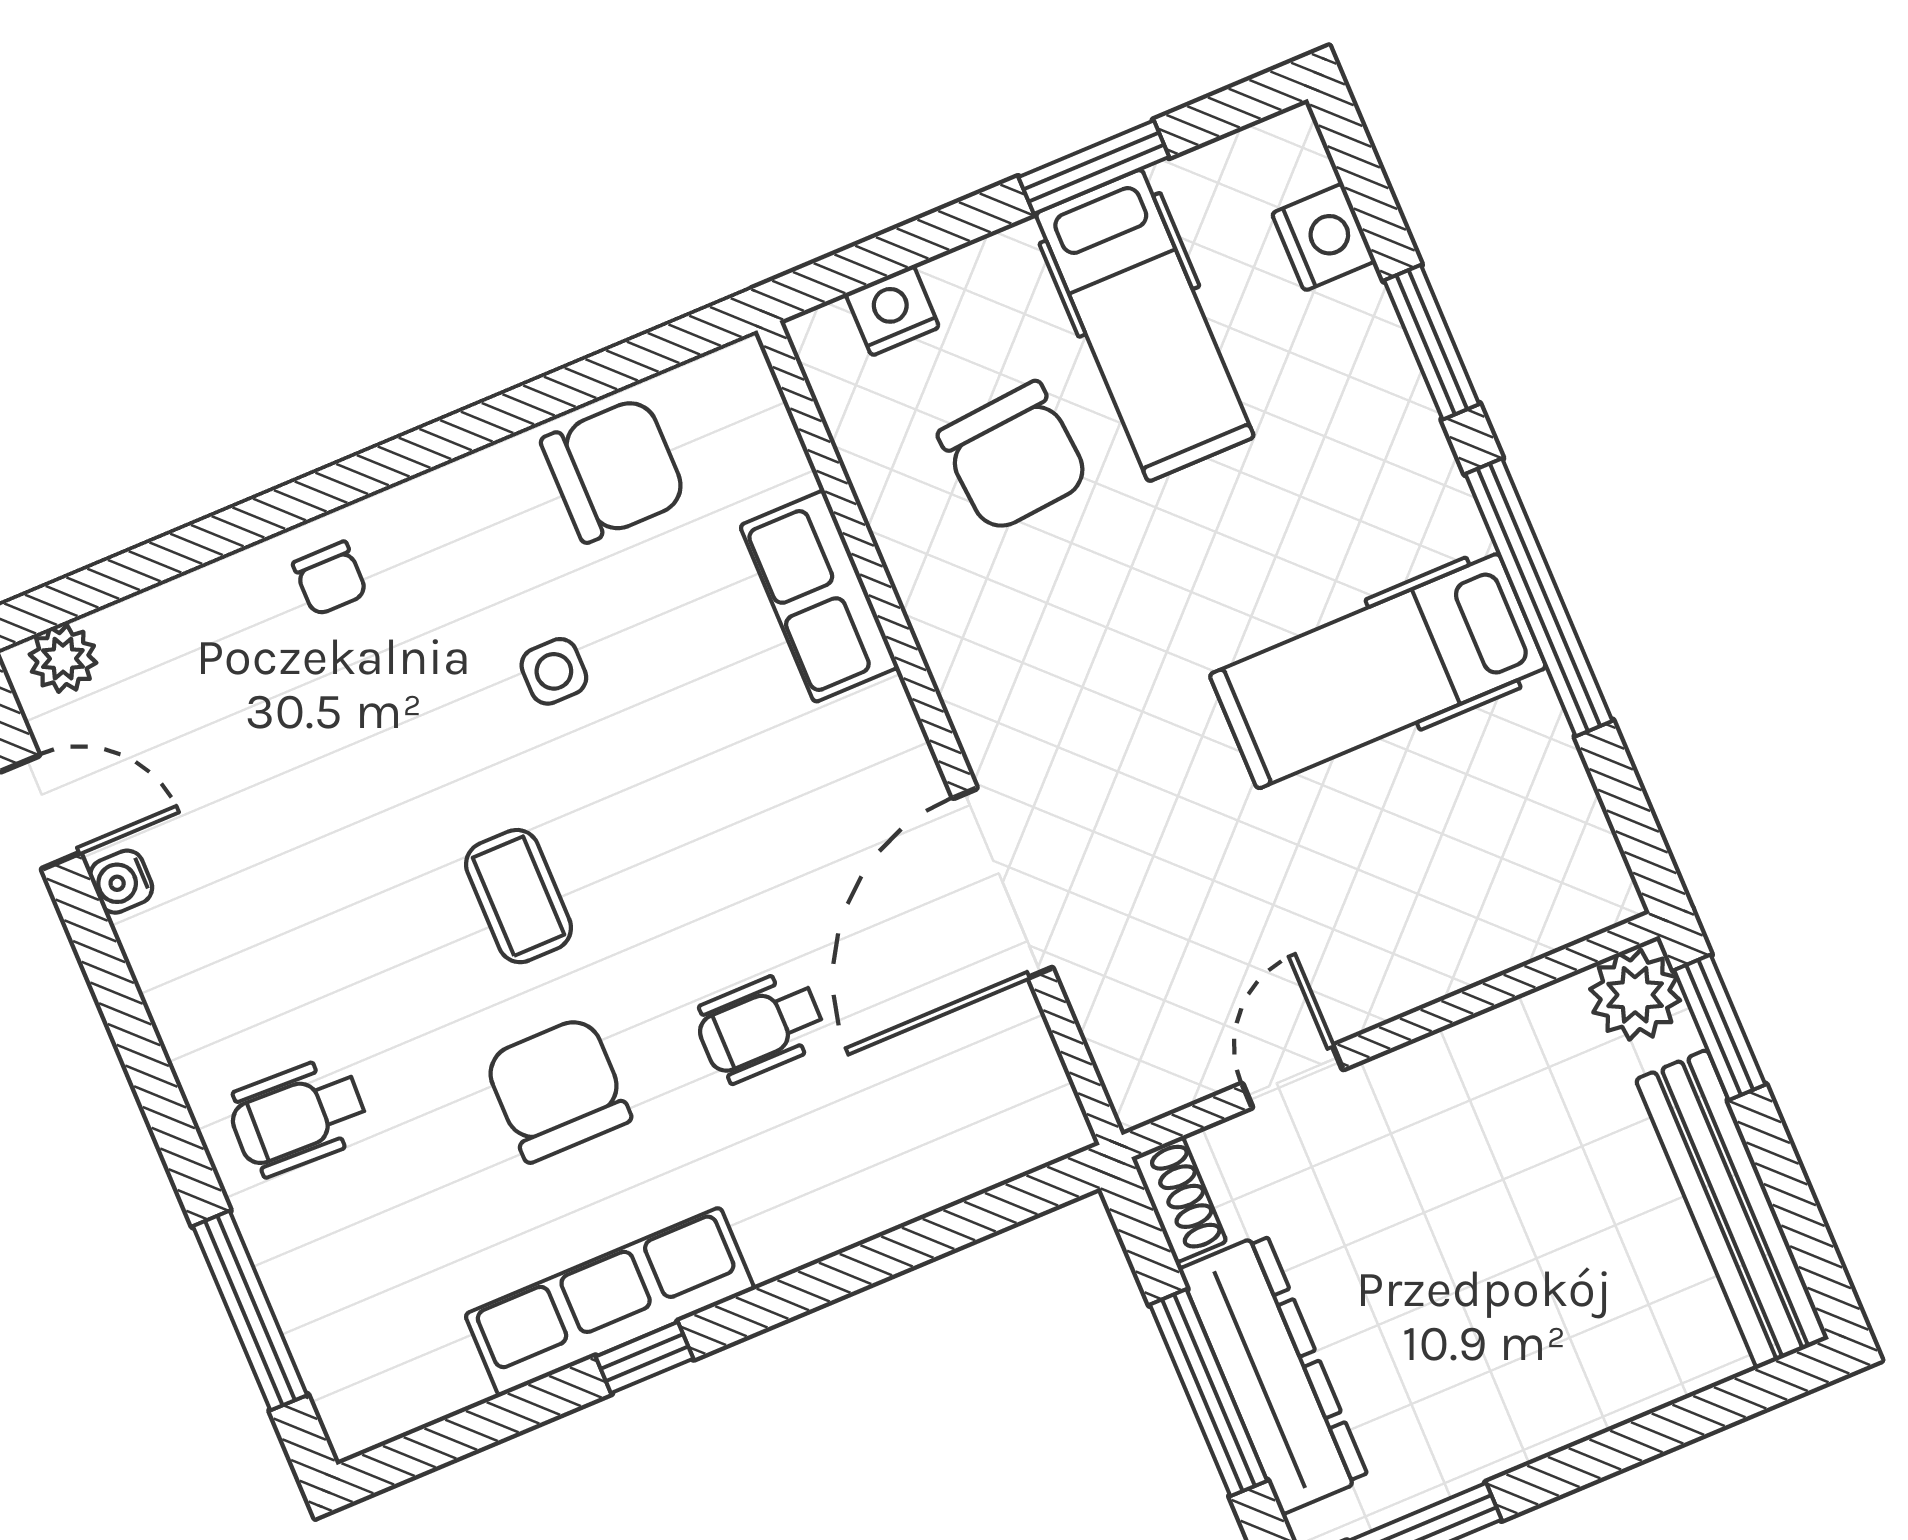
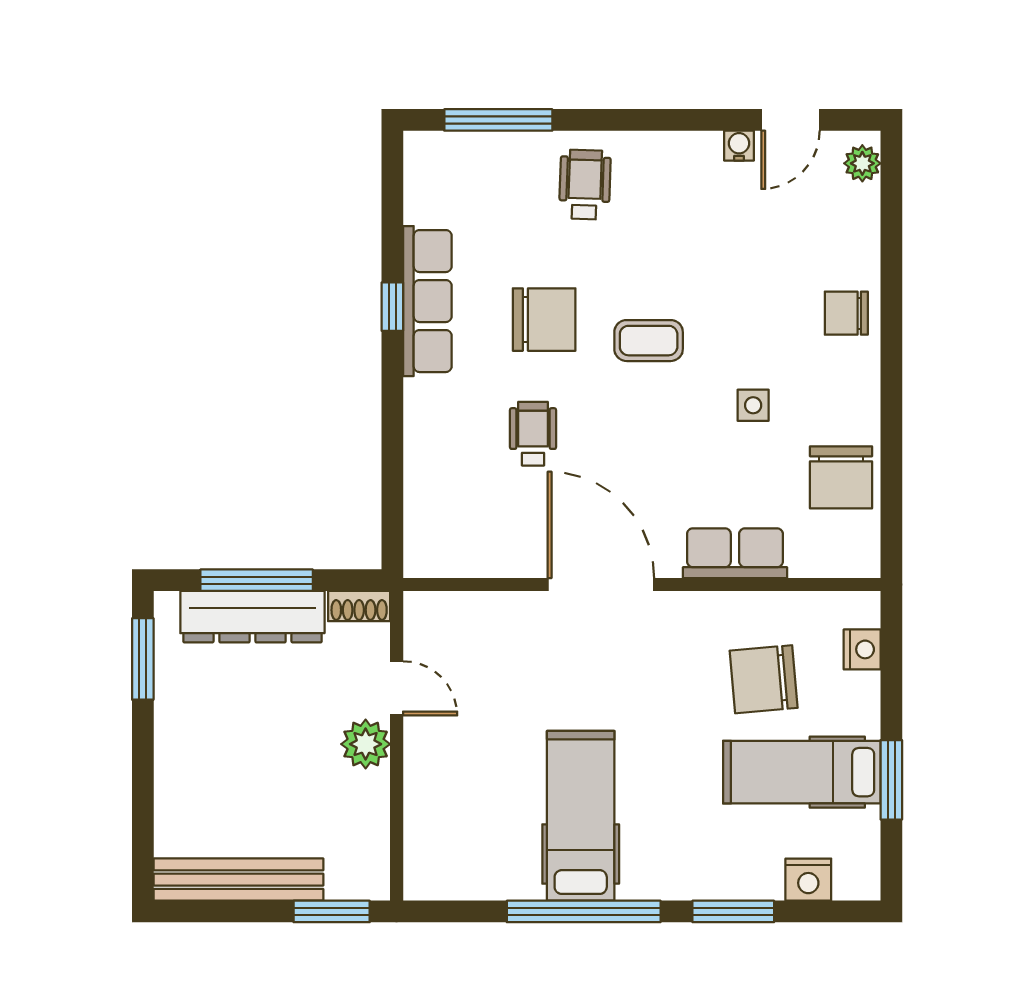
chair: (330, 578) -> (846, 313), width x1.37, depth x1.37
door: (1003, 883) -> (601, 585), moved
plant: (1635, 995) -> (366, 744), moved

